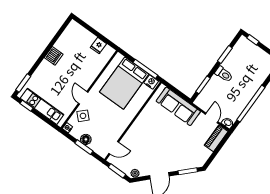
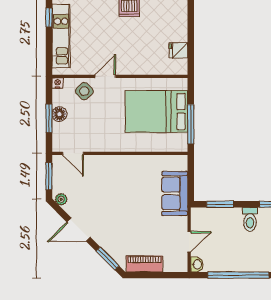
nightstand: (151, 82) -> (180, 142), removed
sofa: (178, 106) -> (175, 193), width x0.73
piano: (216, 138) -> (144, 264), moved

